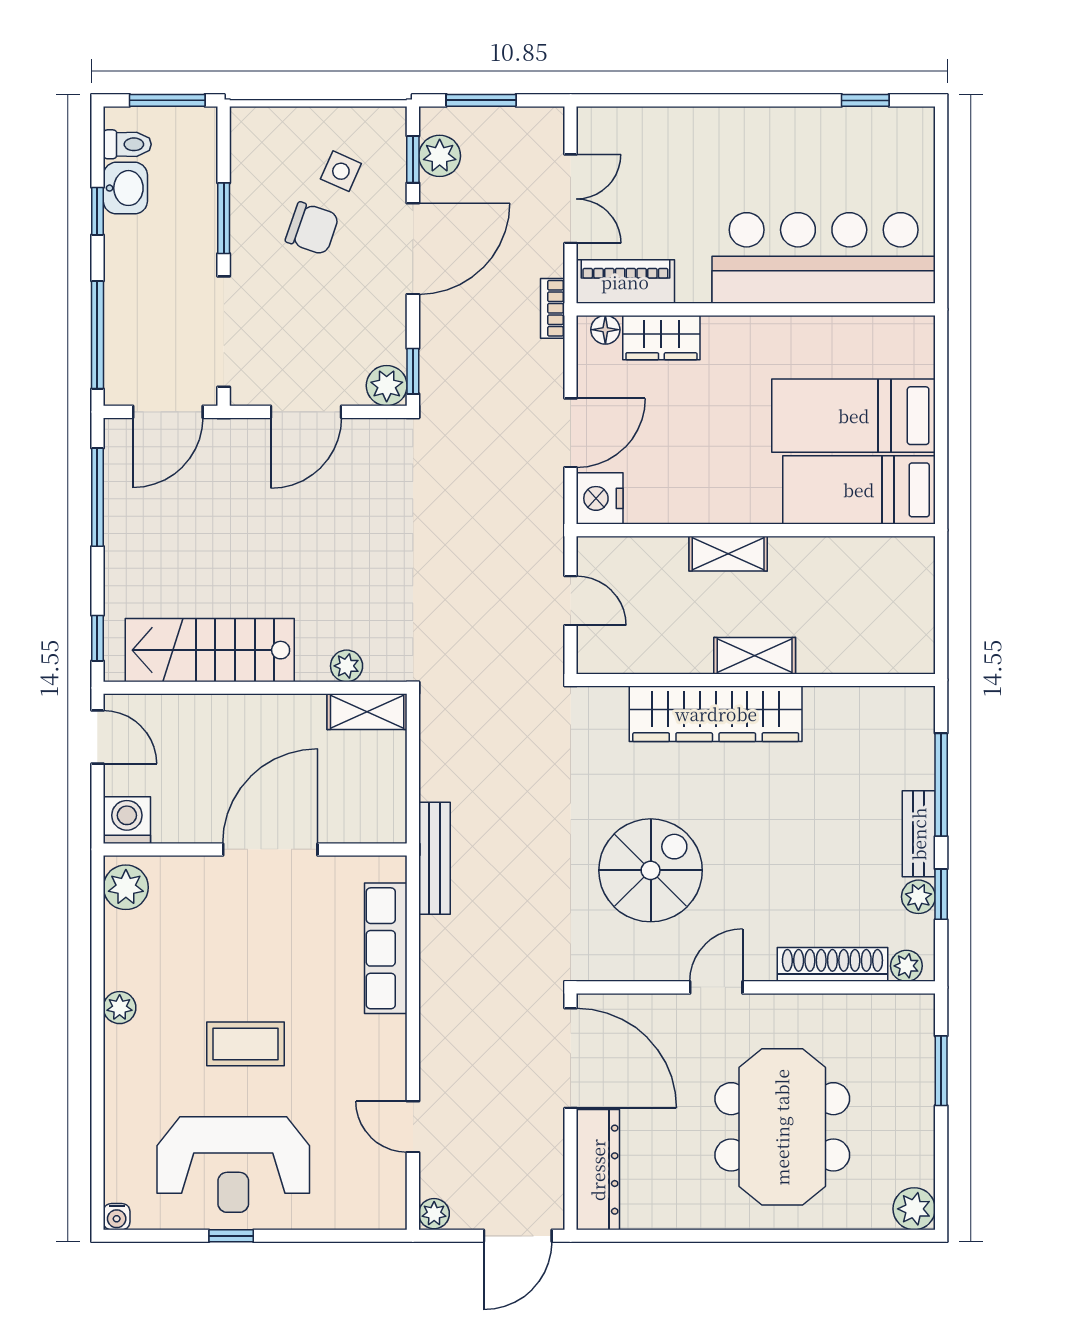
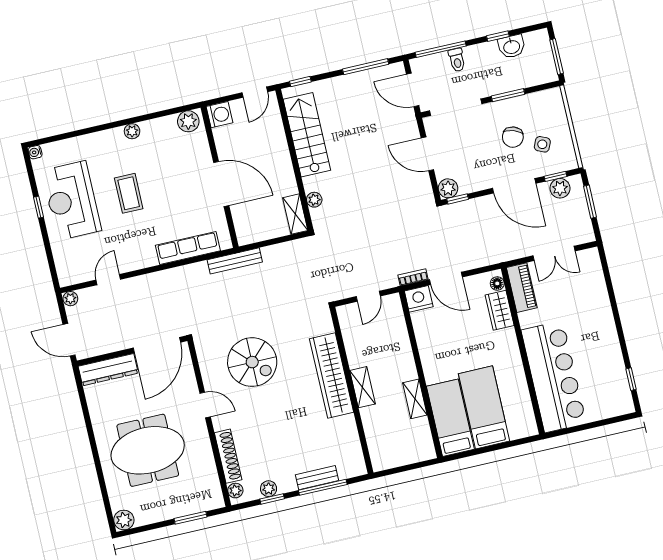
toilet: (127, 144) -> (457, 60), moved
bookcase: (553, 308) -> (413, 277), moved
shelving: (728, 554) -> (415, 399), moved
bench: (919, 834) -> (317, 478), moved

